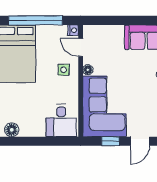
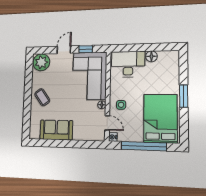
desk: (61, 121) -> (128, 64), width x1.37
floor lamp: (12, 130) -> (151, 56), moved

